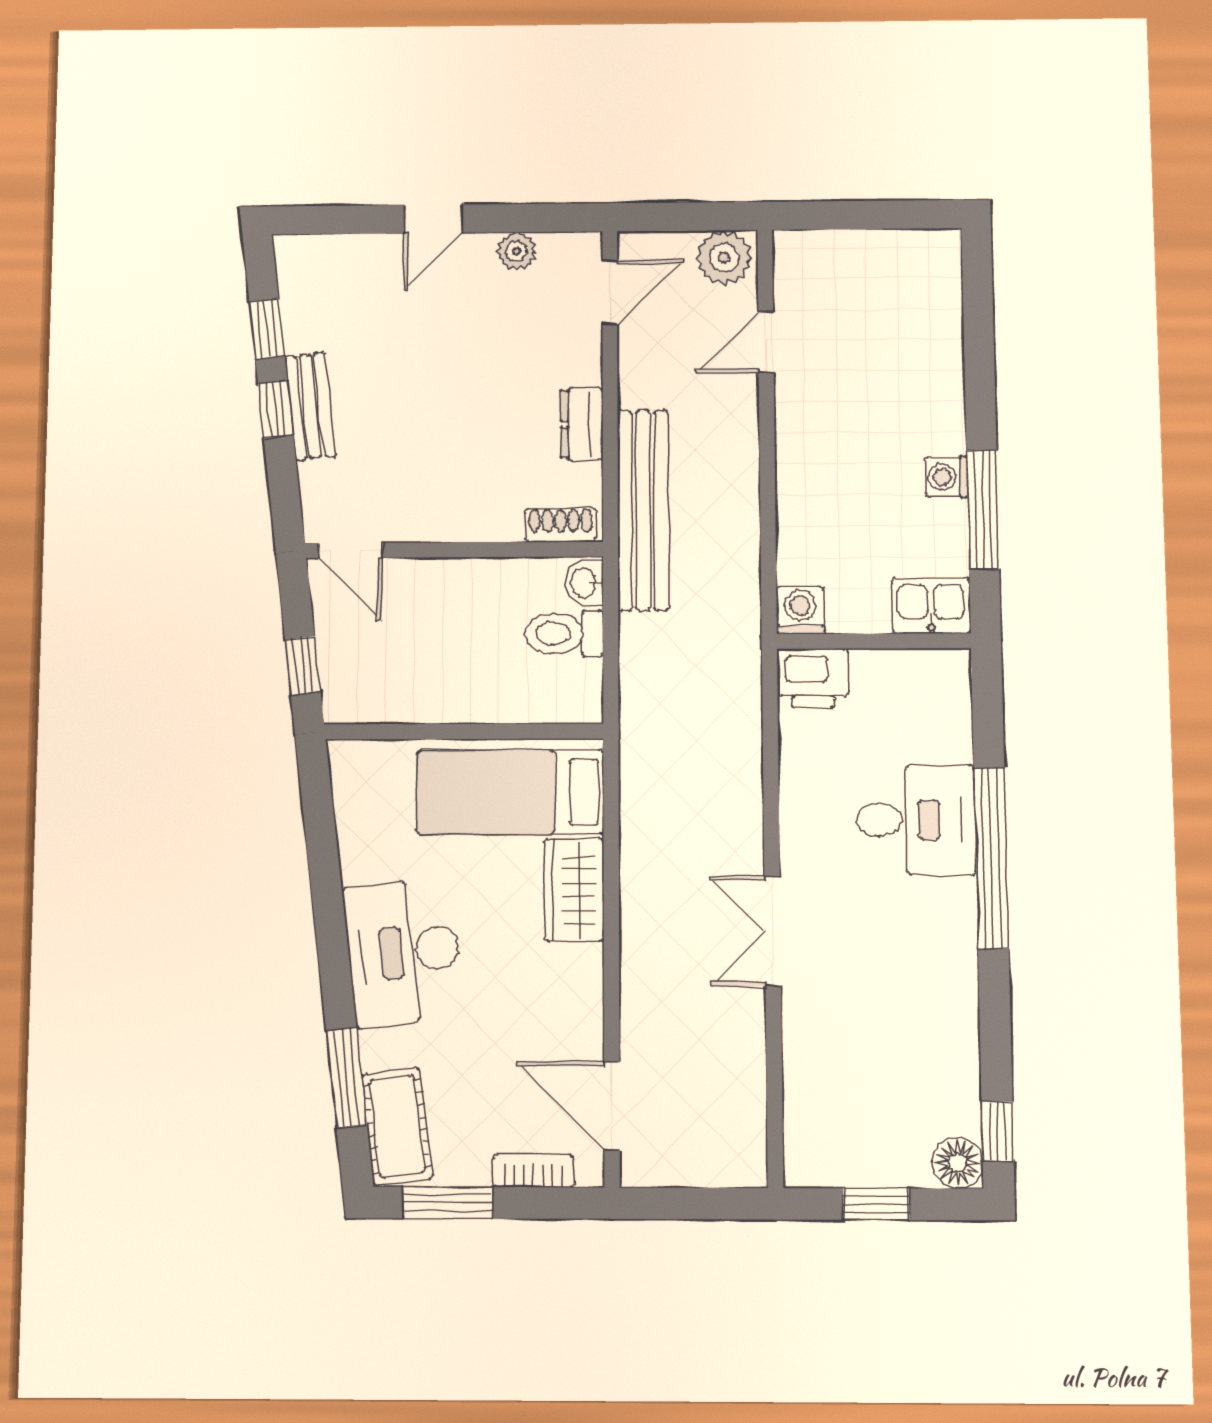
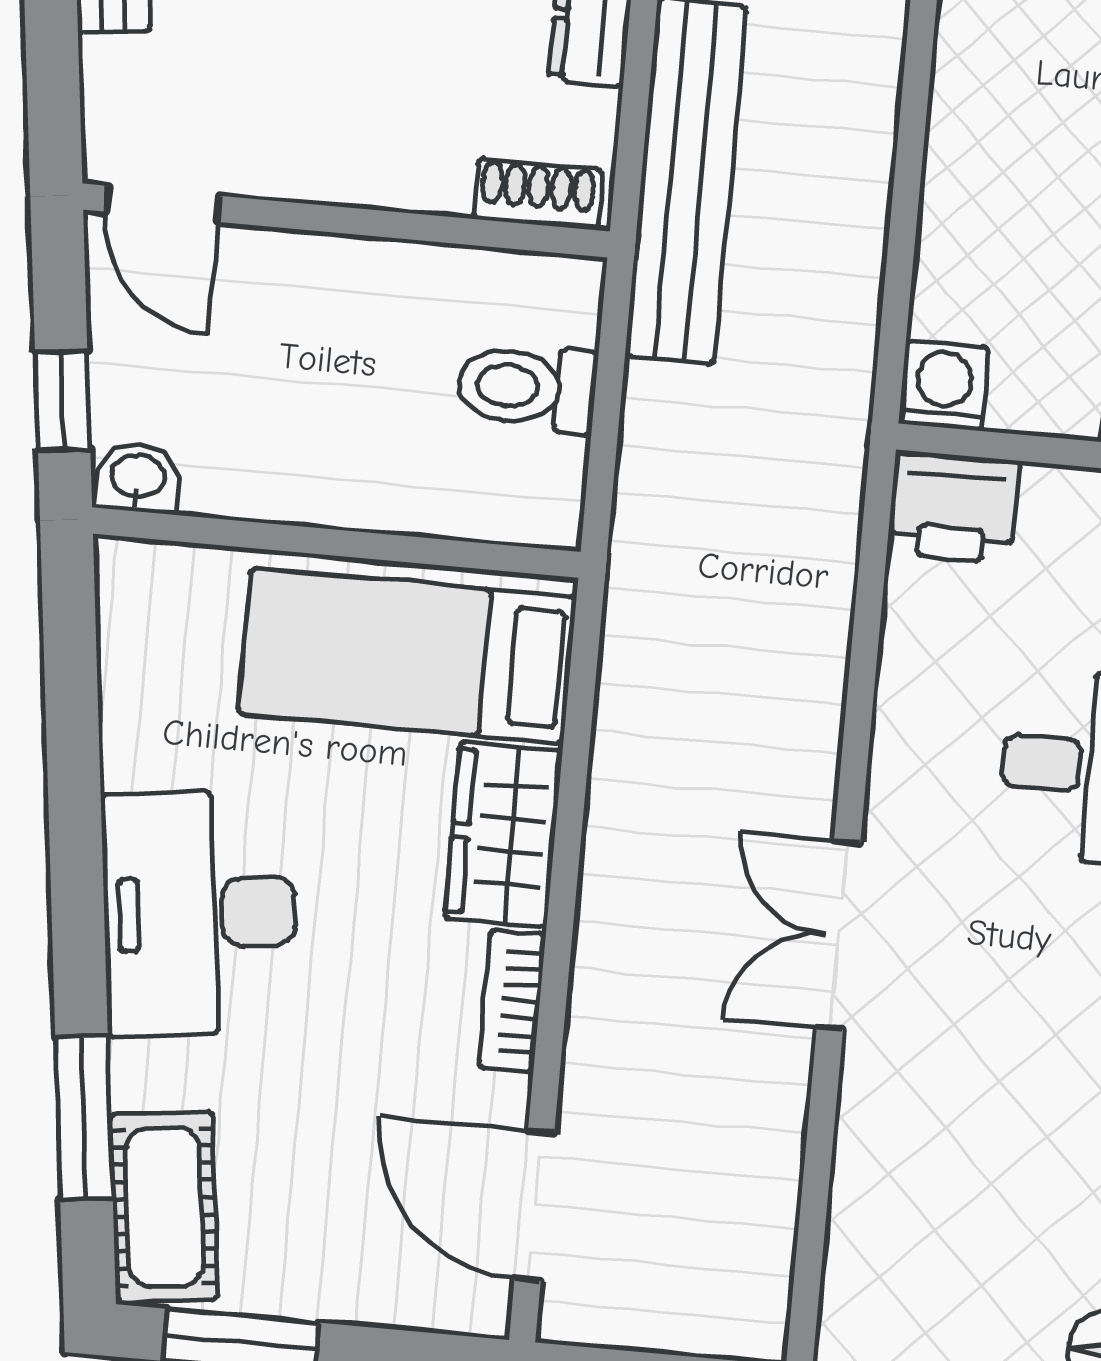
washbasin: (584, 583) -> (138, 478), moved, turned 90
bookcase: (533, 1171) -> (512, 1001), moved, turned -90

